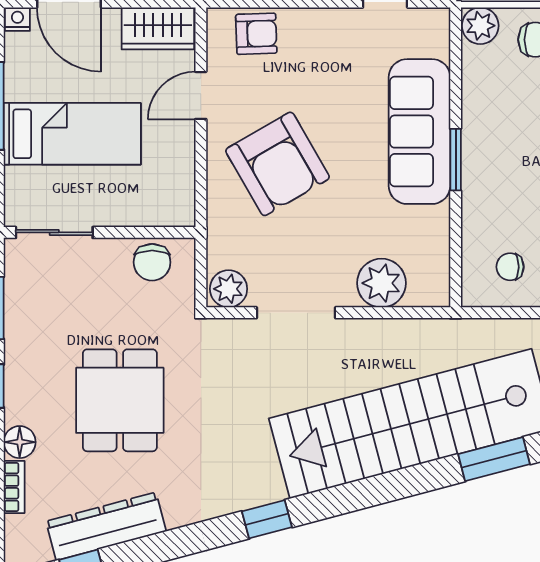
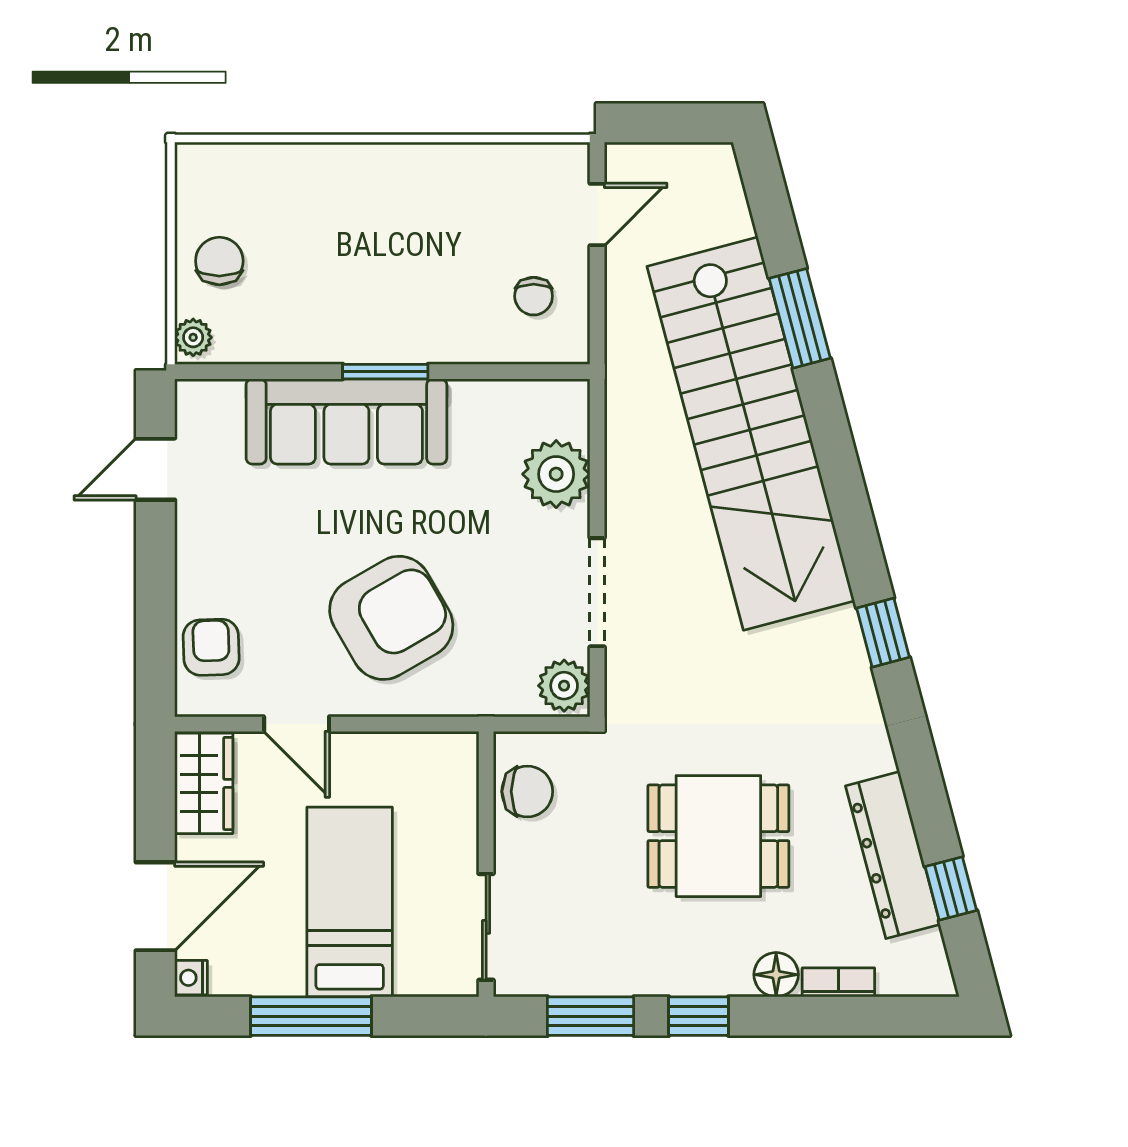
plant: (480, 26) -> (193, 337), width x0.73, depth x0.73

